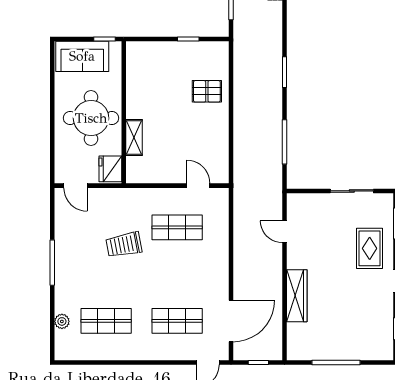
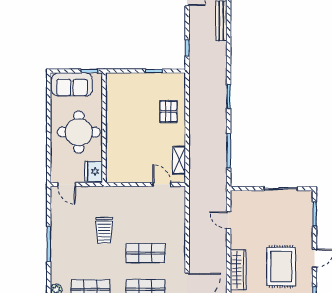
pallet: (207, 91) -> (168, 111), turned 90
shelving: (134, 138) -> (179, 160), moved
shop shelf: (177, 227) -> (145, 253), moved
trolley: (124, 245) -> (104, 230), turned -79
rug: (370, 248) -> (281, 266), moved, width x1.36, depth x1.43

